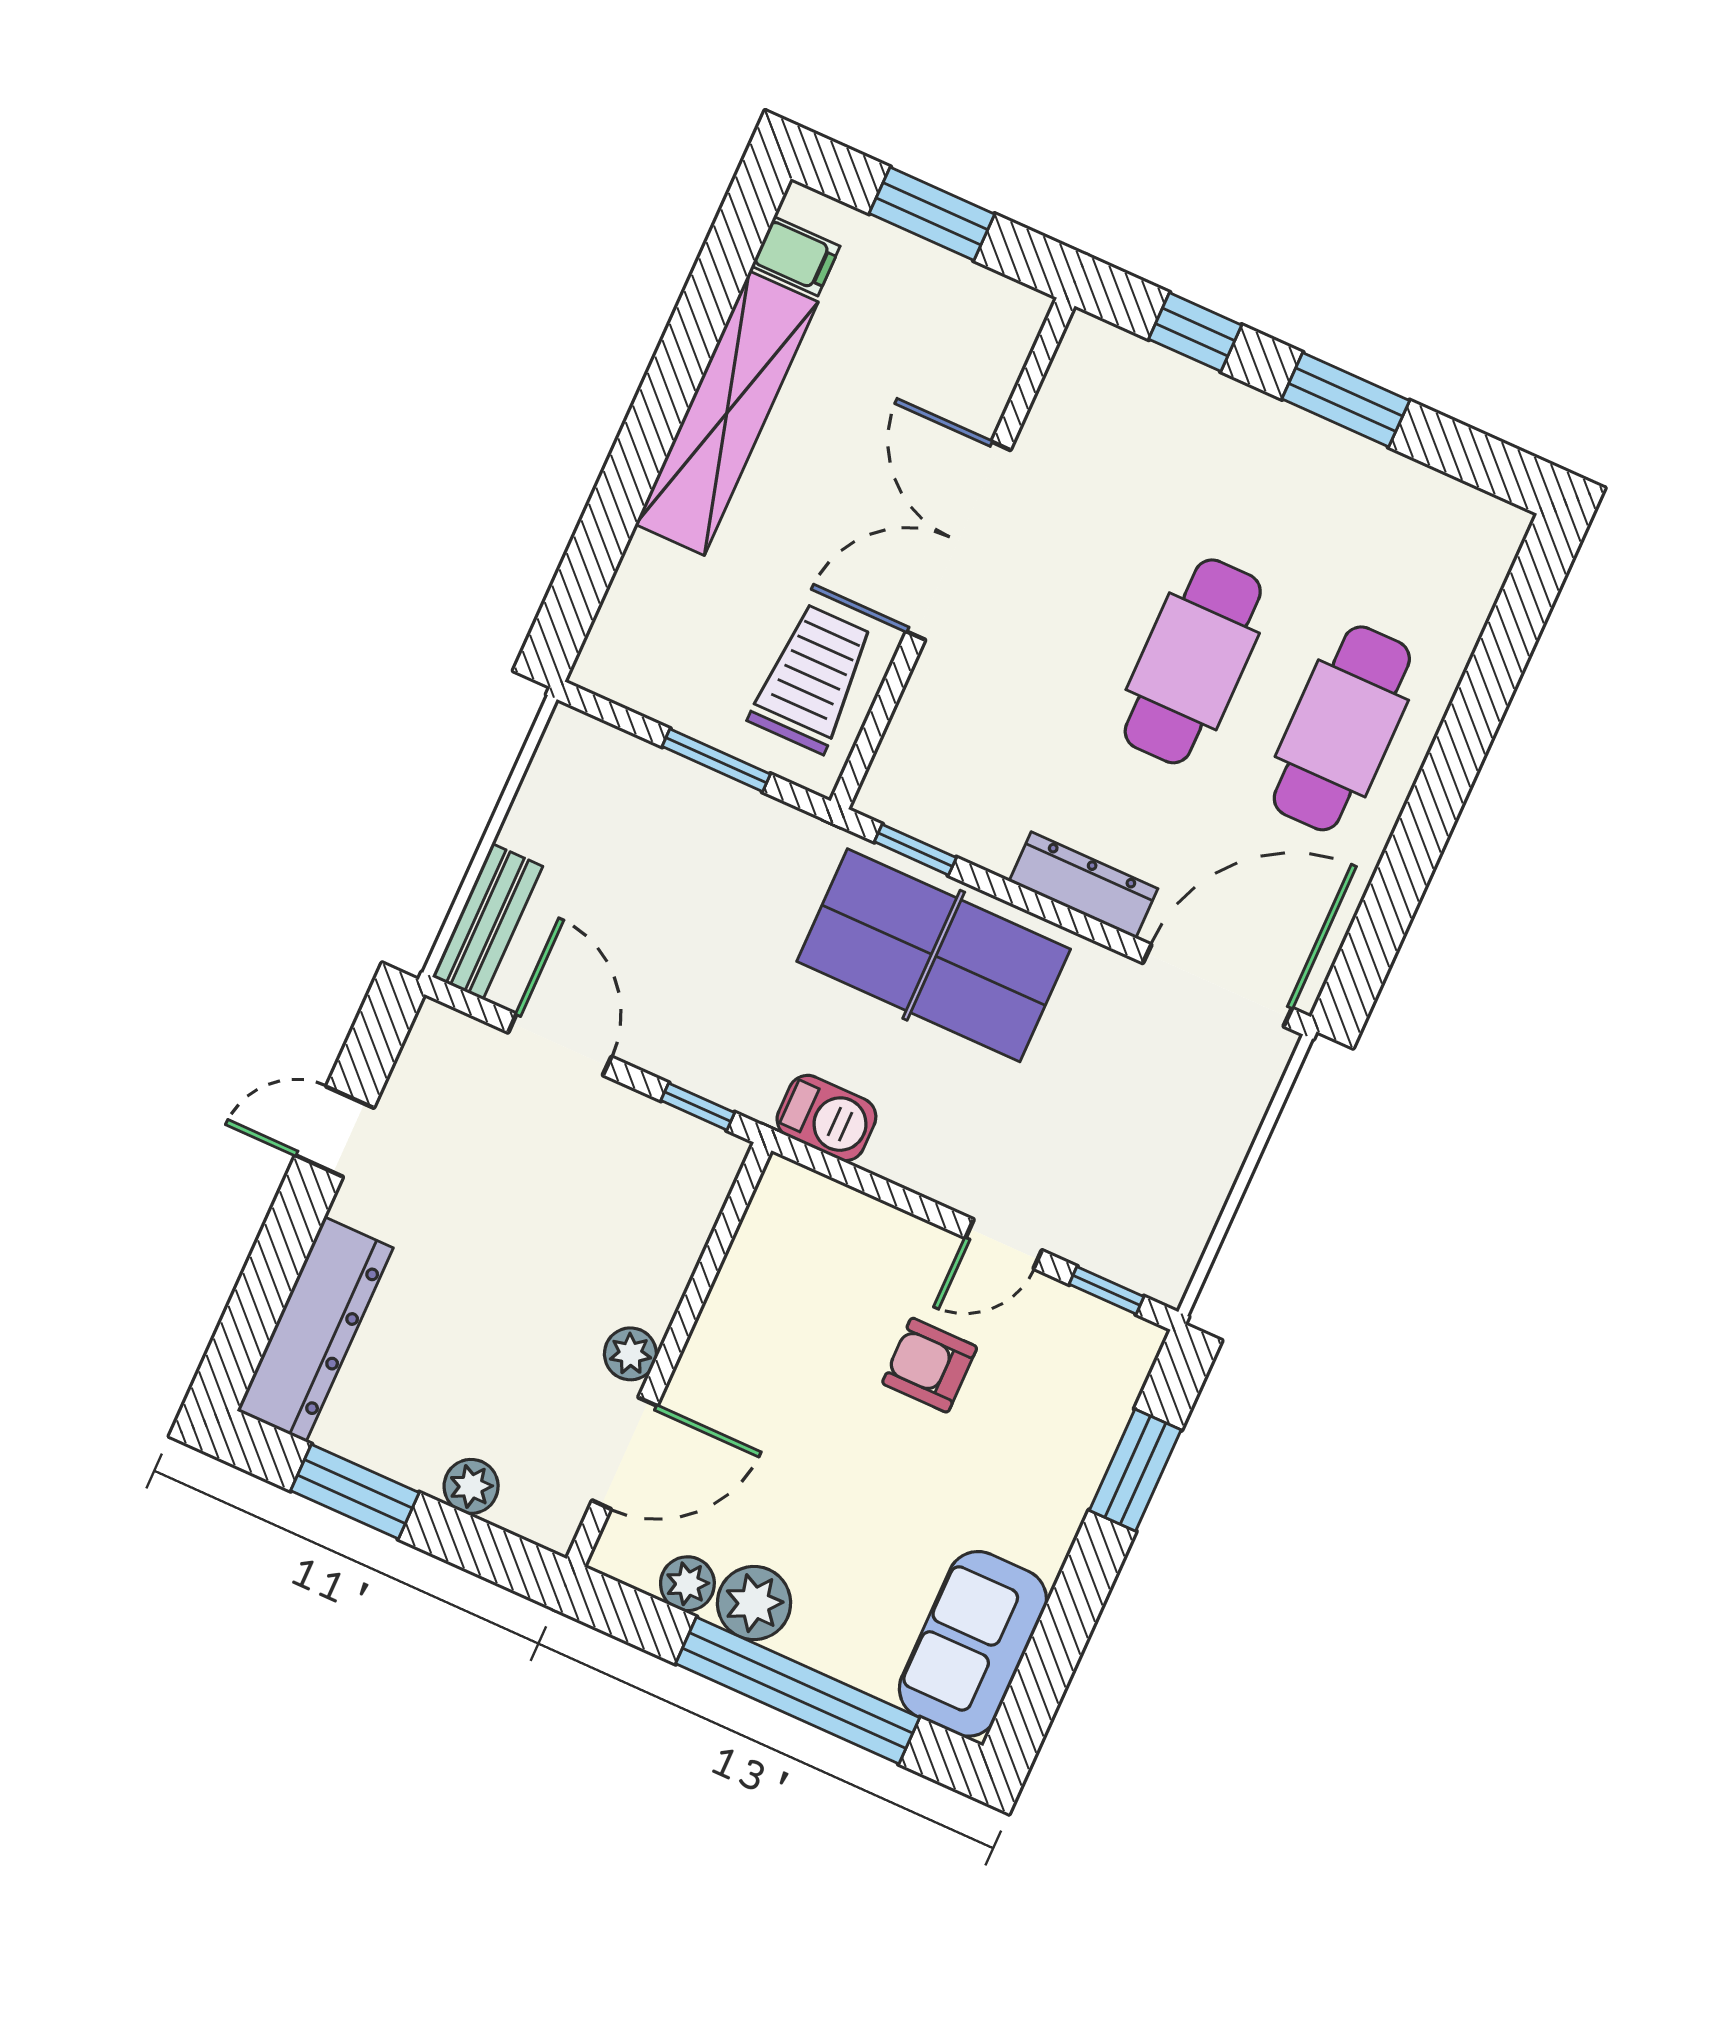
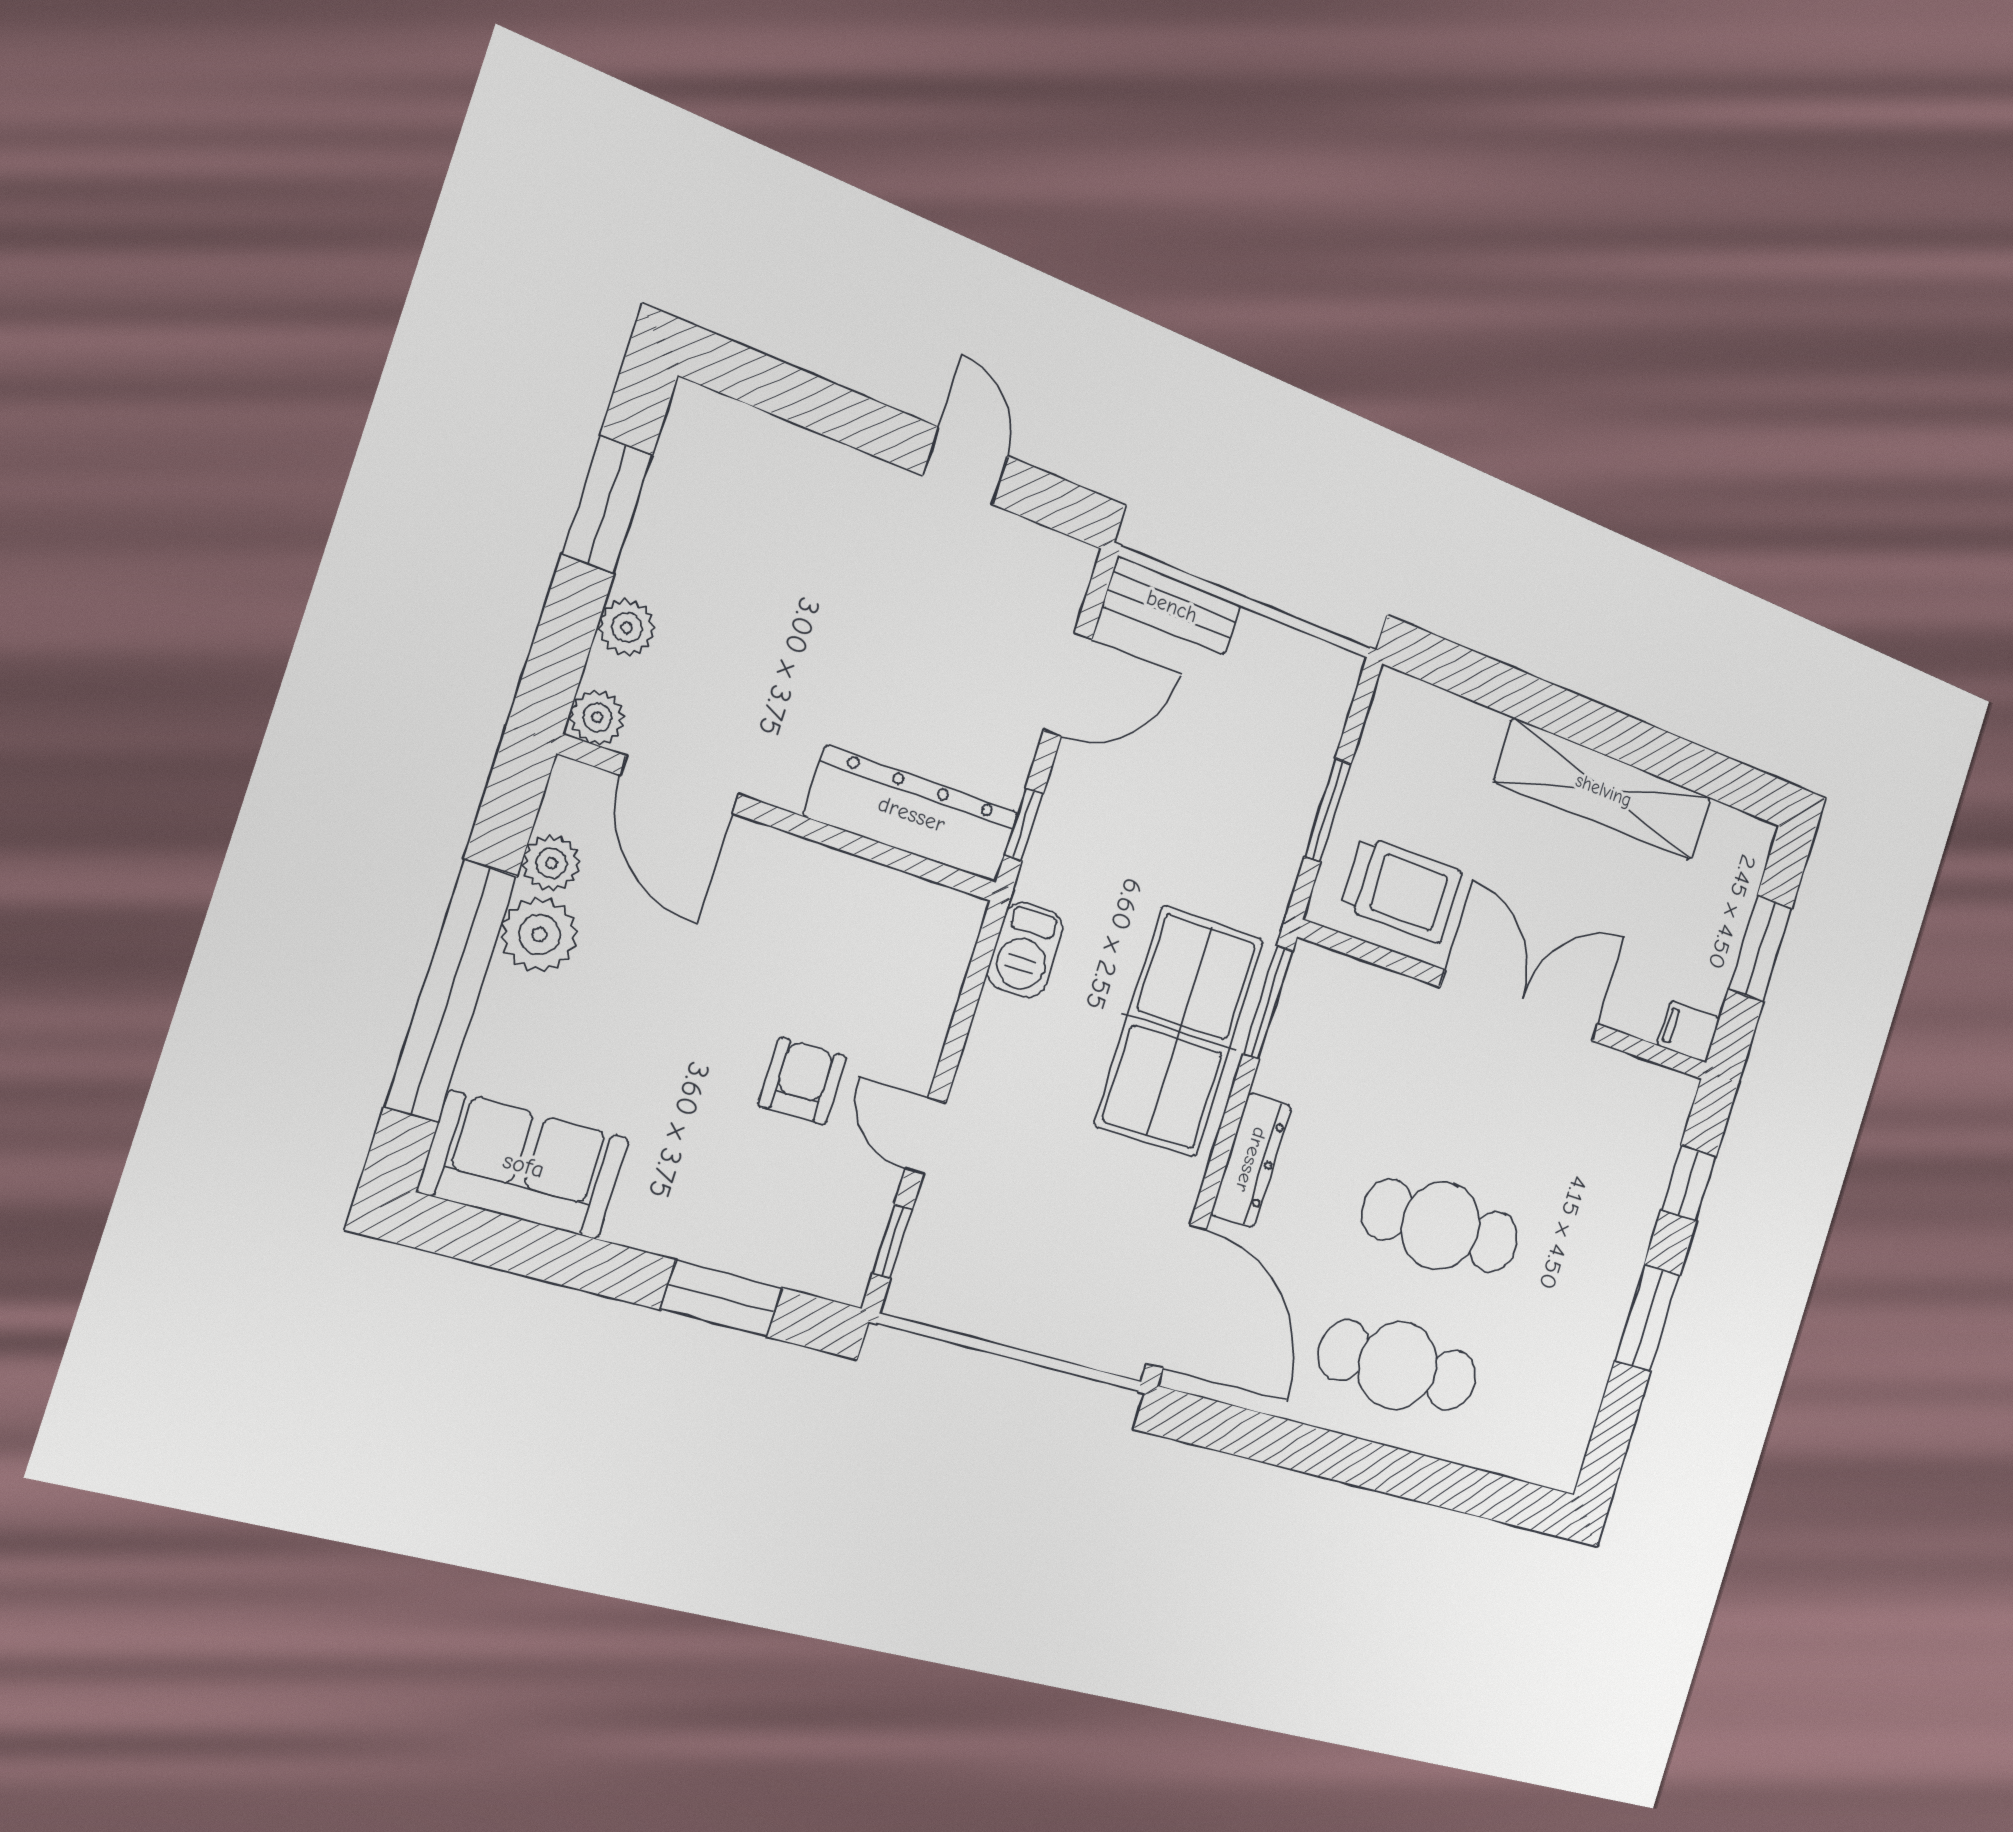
filing cabinet: (796, 256) -> (1688, 1032), moved, turned 90
window: (915, 850) -> (1268, 1002), width x1.50
dresser: (315, 1329) -> (912, 814), moved, turned 180
plant: (630, 1354) -> (597, 717), moved

